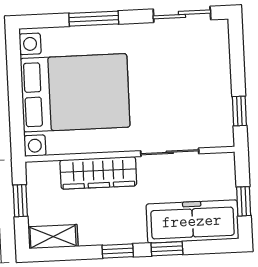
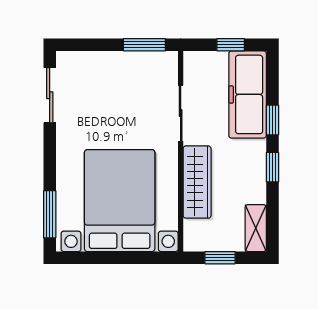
window: (94, 19) -> (50, 214), moved
window: (239, 111) -> (144, 45), width x1.50

